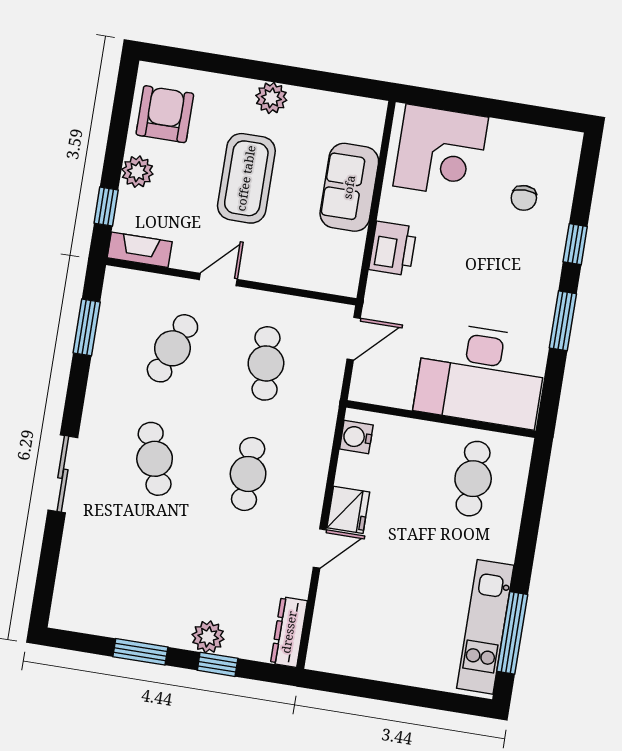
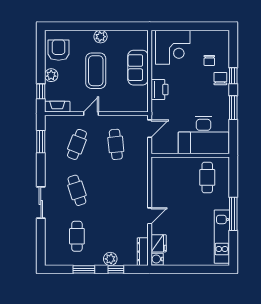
chair: (543, 246) -> (220, 79), added
water cooler: (356, 437) -> (157, 259), moved
cafe table: (248, 474) -> (77, 236), moved
fridge: (348, 510) -> (159, 243), moved
window: (512, 633) -> (233, 214), moved

